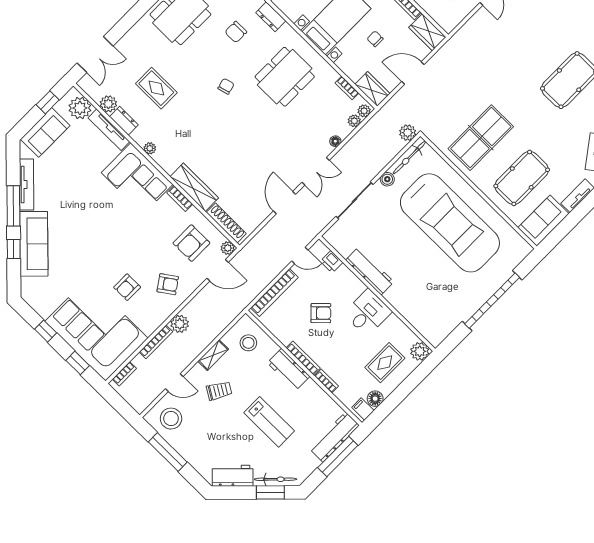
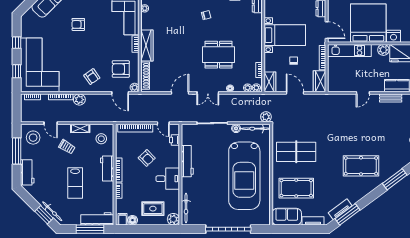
dining table: (285, 77) -> (219, 55), moved
armchair: (127, 287) -> (78, 24), moved
bicycle: (421, 325) -> (186, 208), added
workbench: (233, 476) -> (27, 172), moved, turned 45

